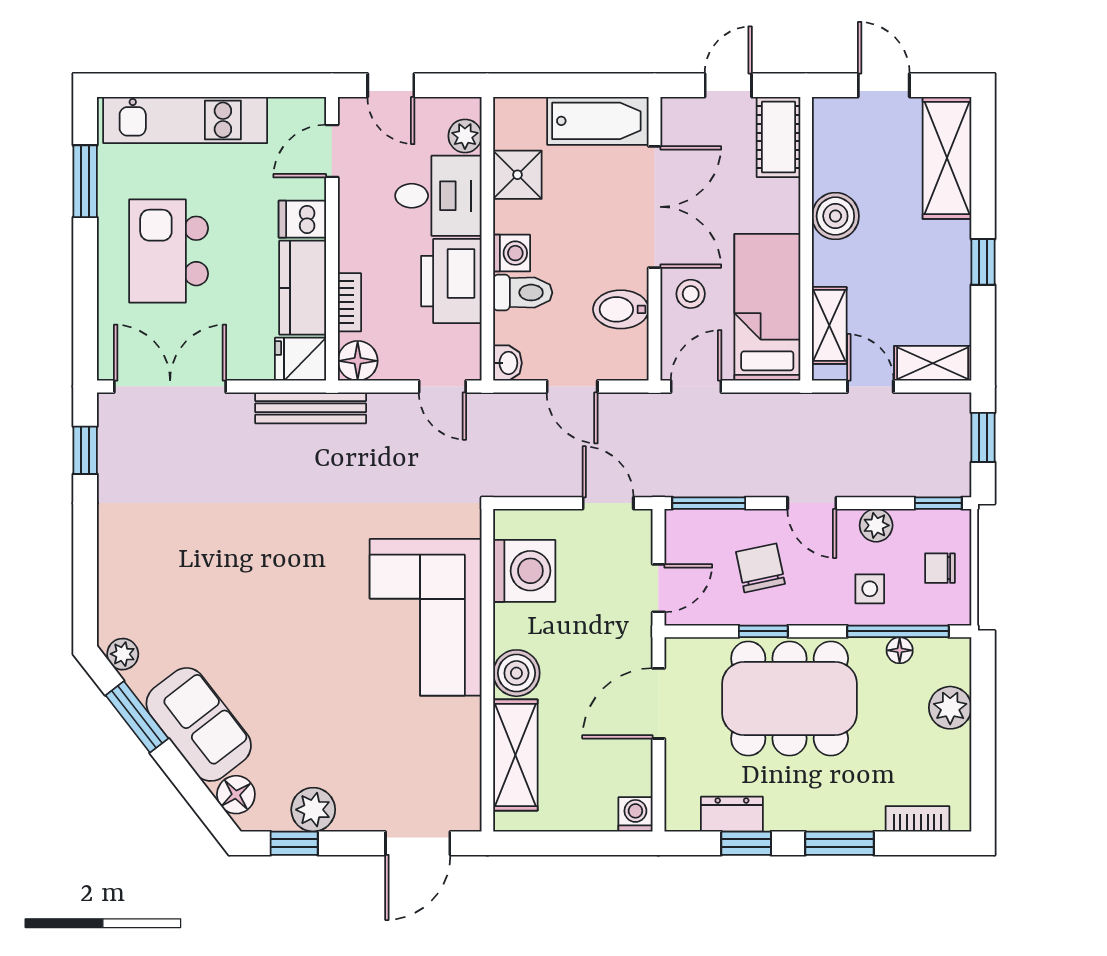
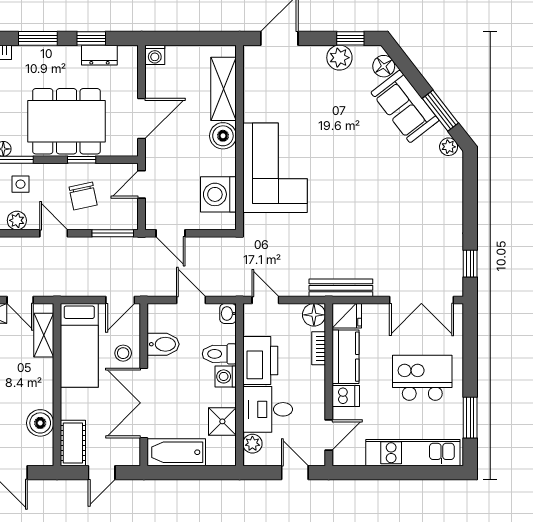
boiler: (835, 216) -> (40, 423), moved
kitchen island: (169, 251) -> (422, 378), turned -90

